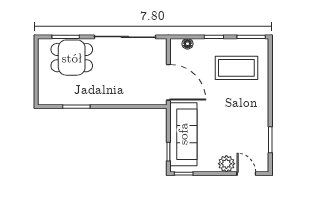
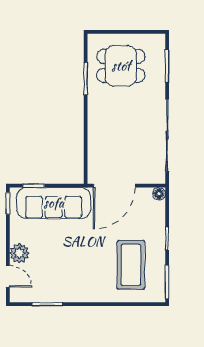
floor lamp: (187, 44) -> (159, 194), moved
dining table: (72, 58) -> (121, 66), moved, turned 90
door: (246, 174) -> (8, 276), hinge flipped

